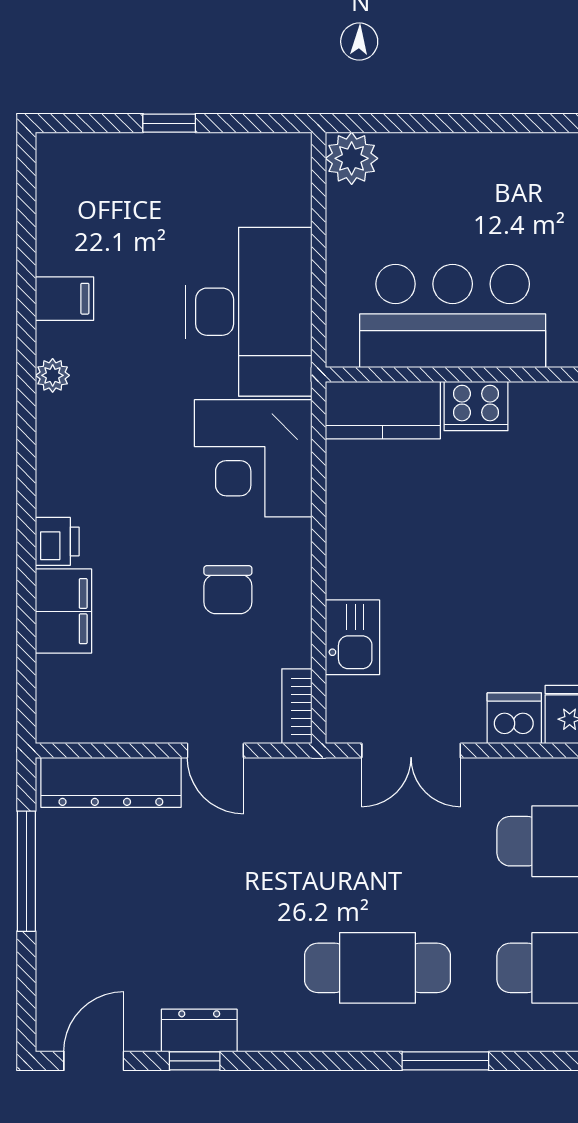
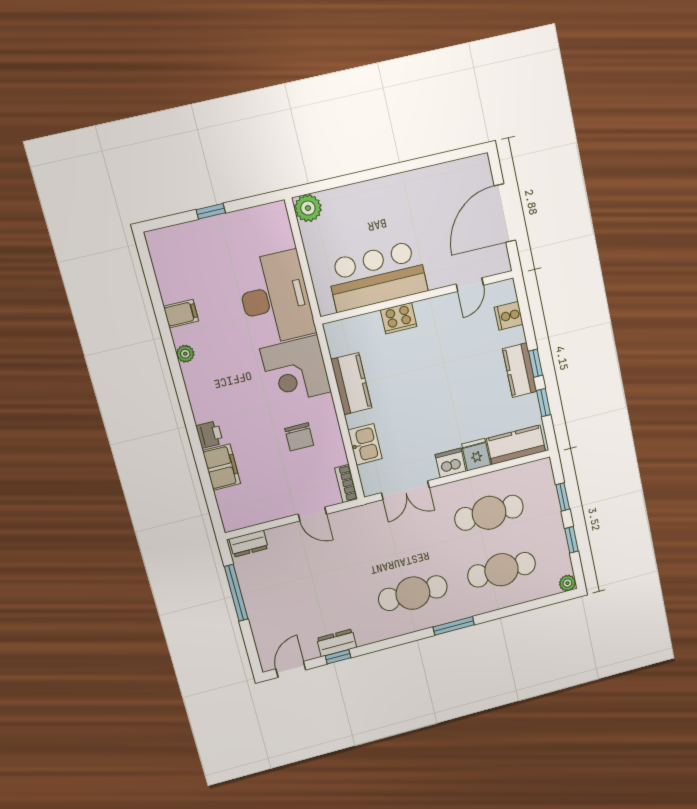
kitchen counter: (383, 410) -> (351, 384), moved, turned -90
dresser: (111, 782) -> (249, 544), width x0.51, depth x0.80

